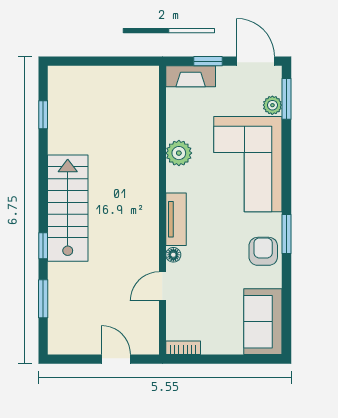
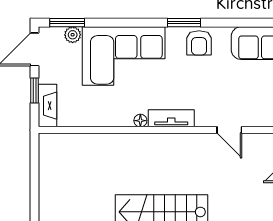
plant: (179, 153) -> (114, 116), removed
armchair: (263, 251) -> (199, 43), turned -90
floor lamp: (173, 255) -> (140, 121), moved

